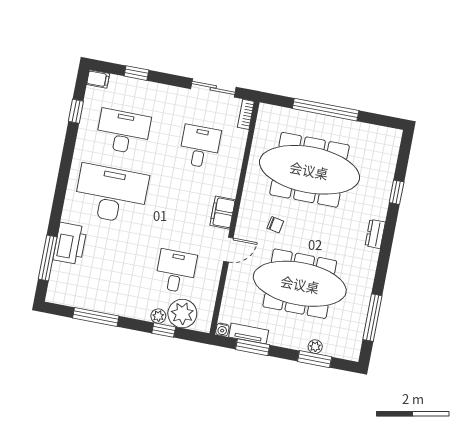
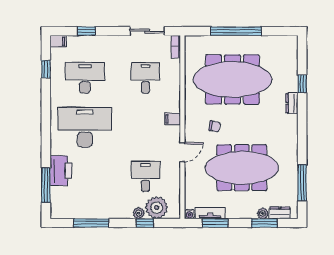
filing cabinet: (223, 213) -> (172, 119), width x0.50
dresser: (375, 234) -> (292, 103), moved
dresser: (337, 350) -> (280, 213), added

